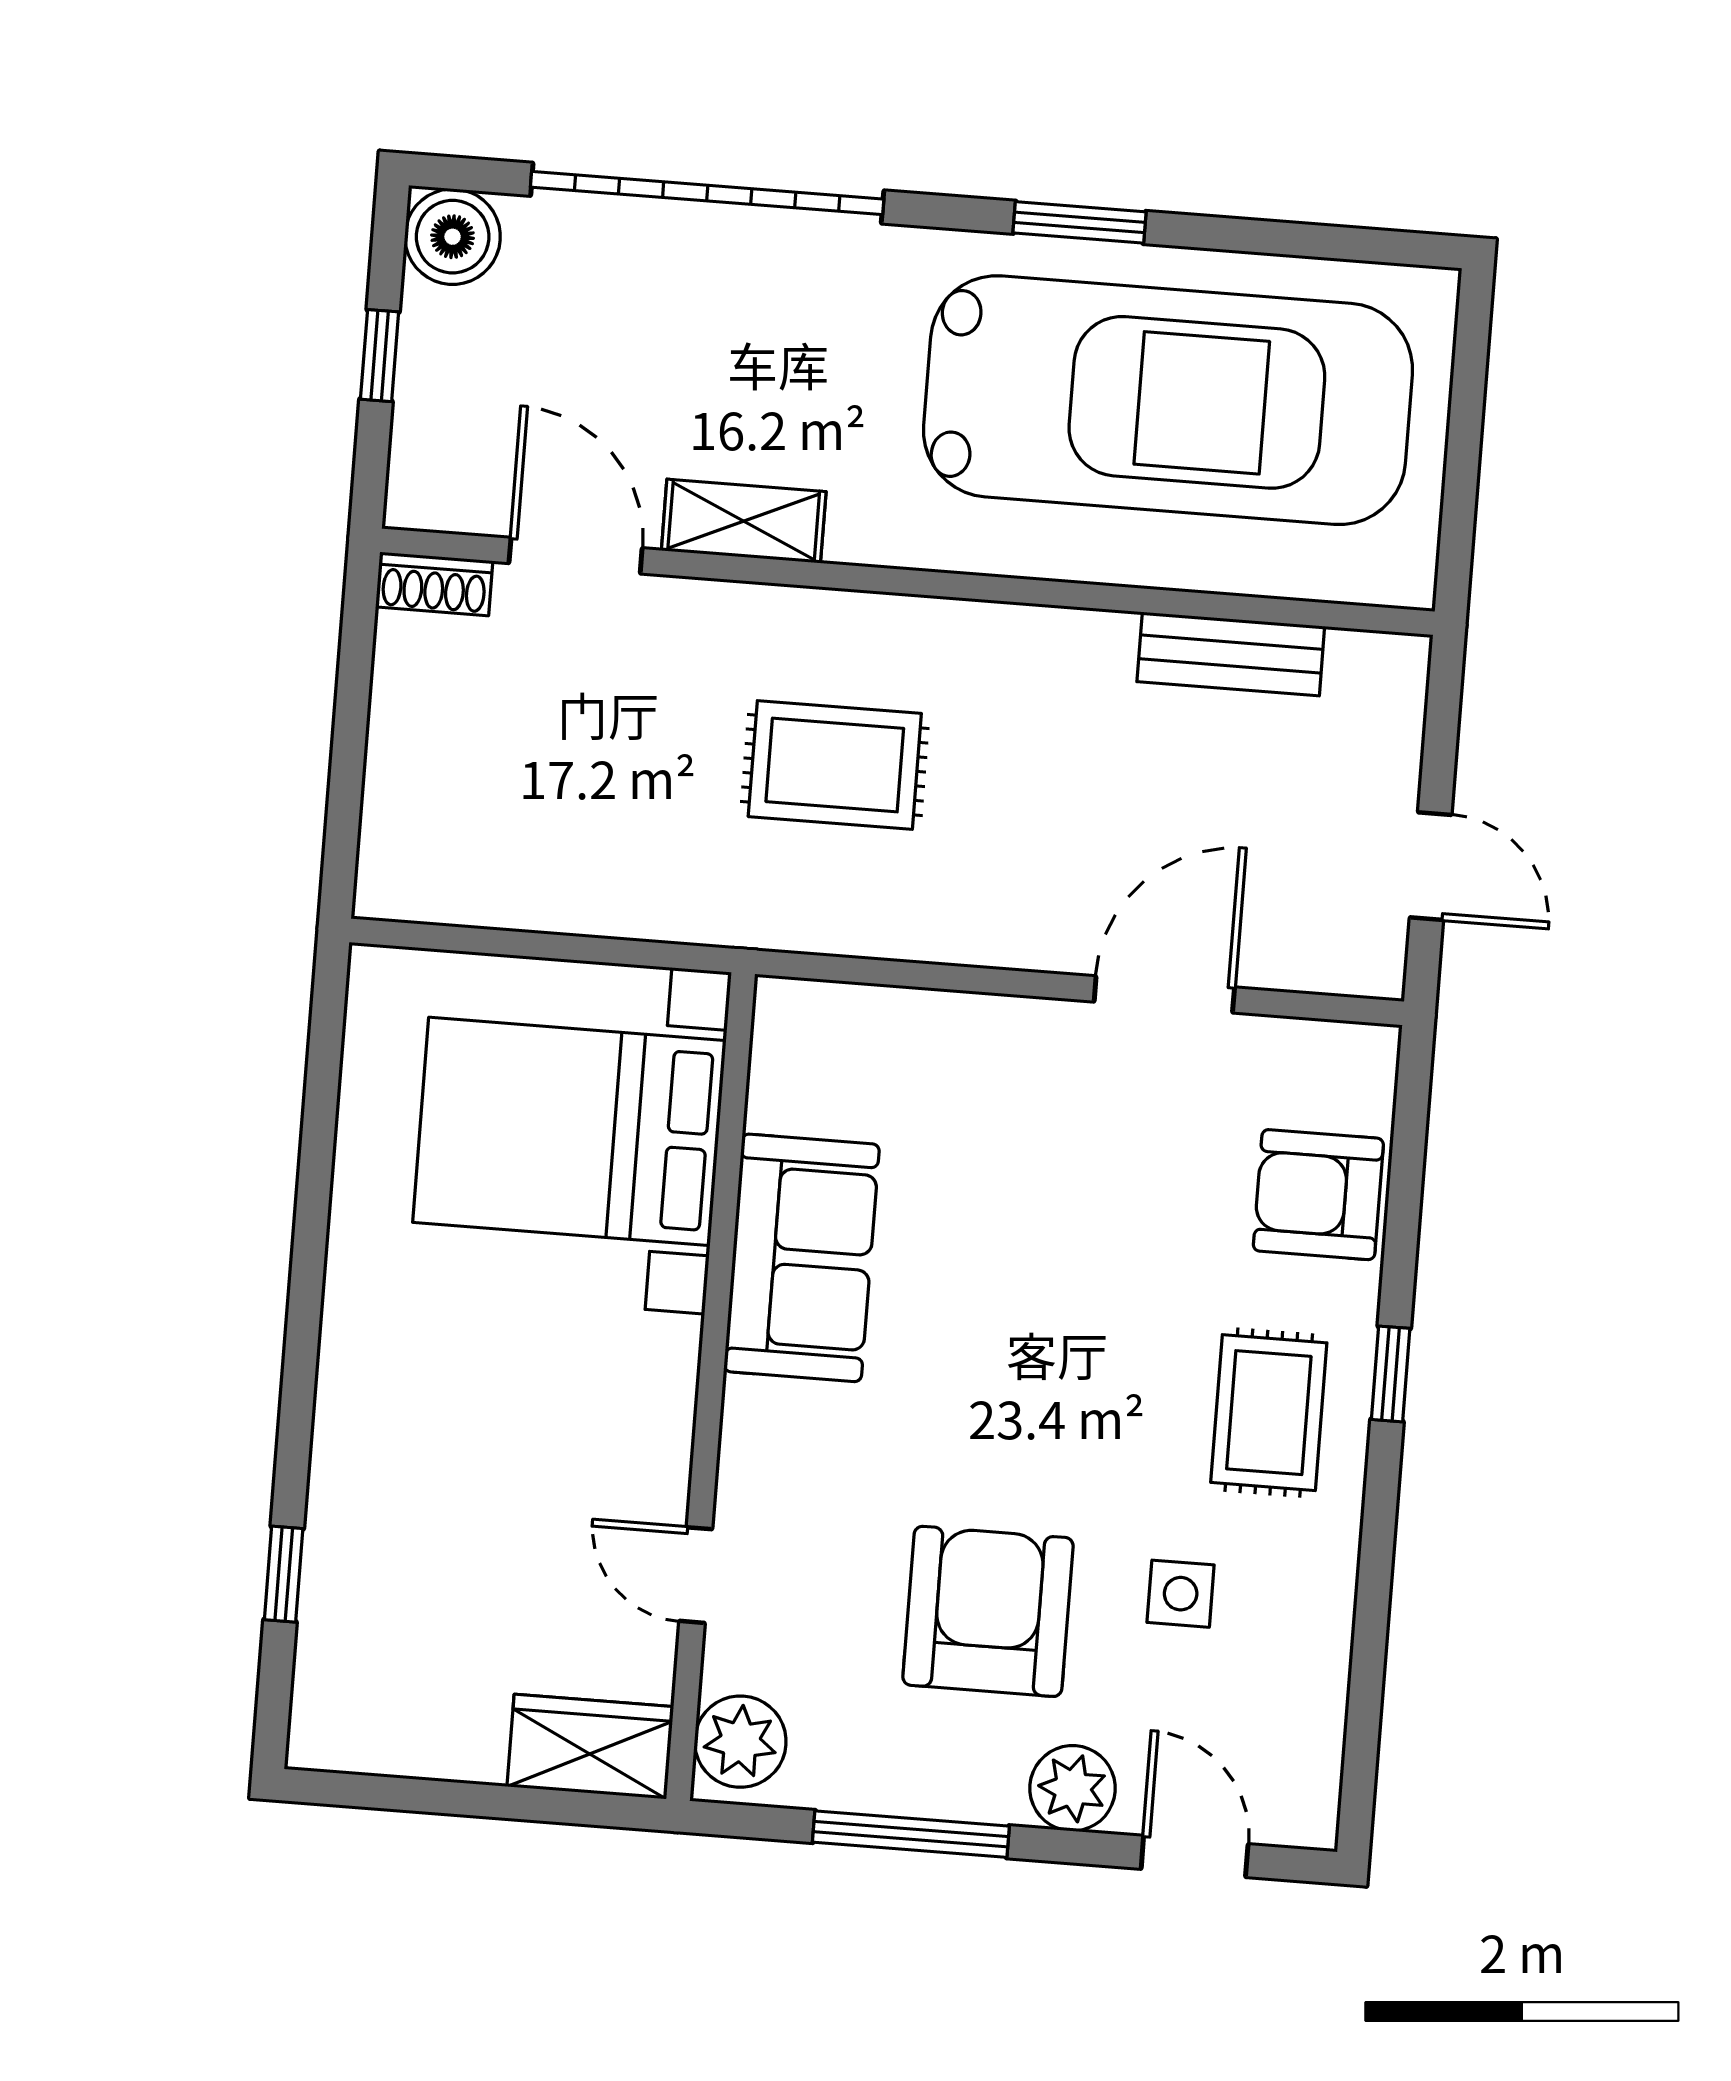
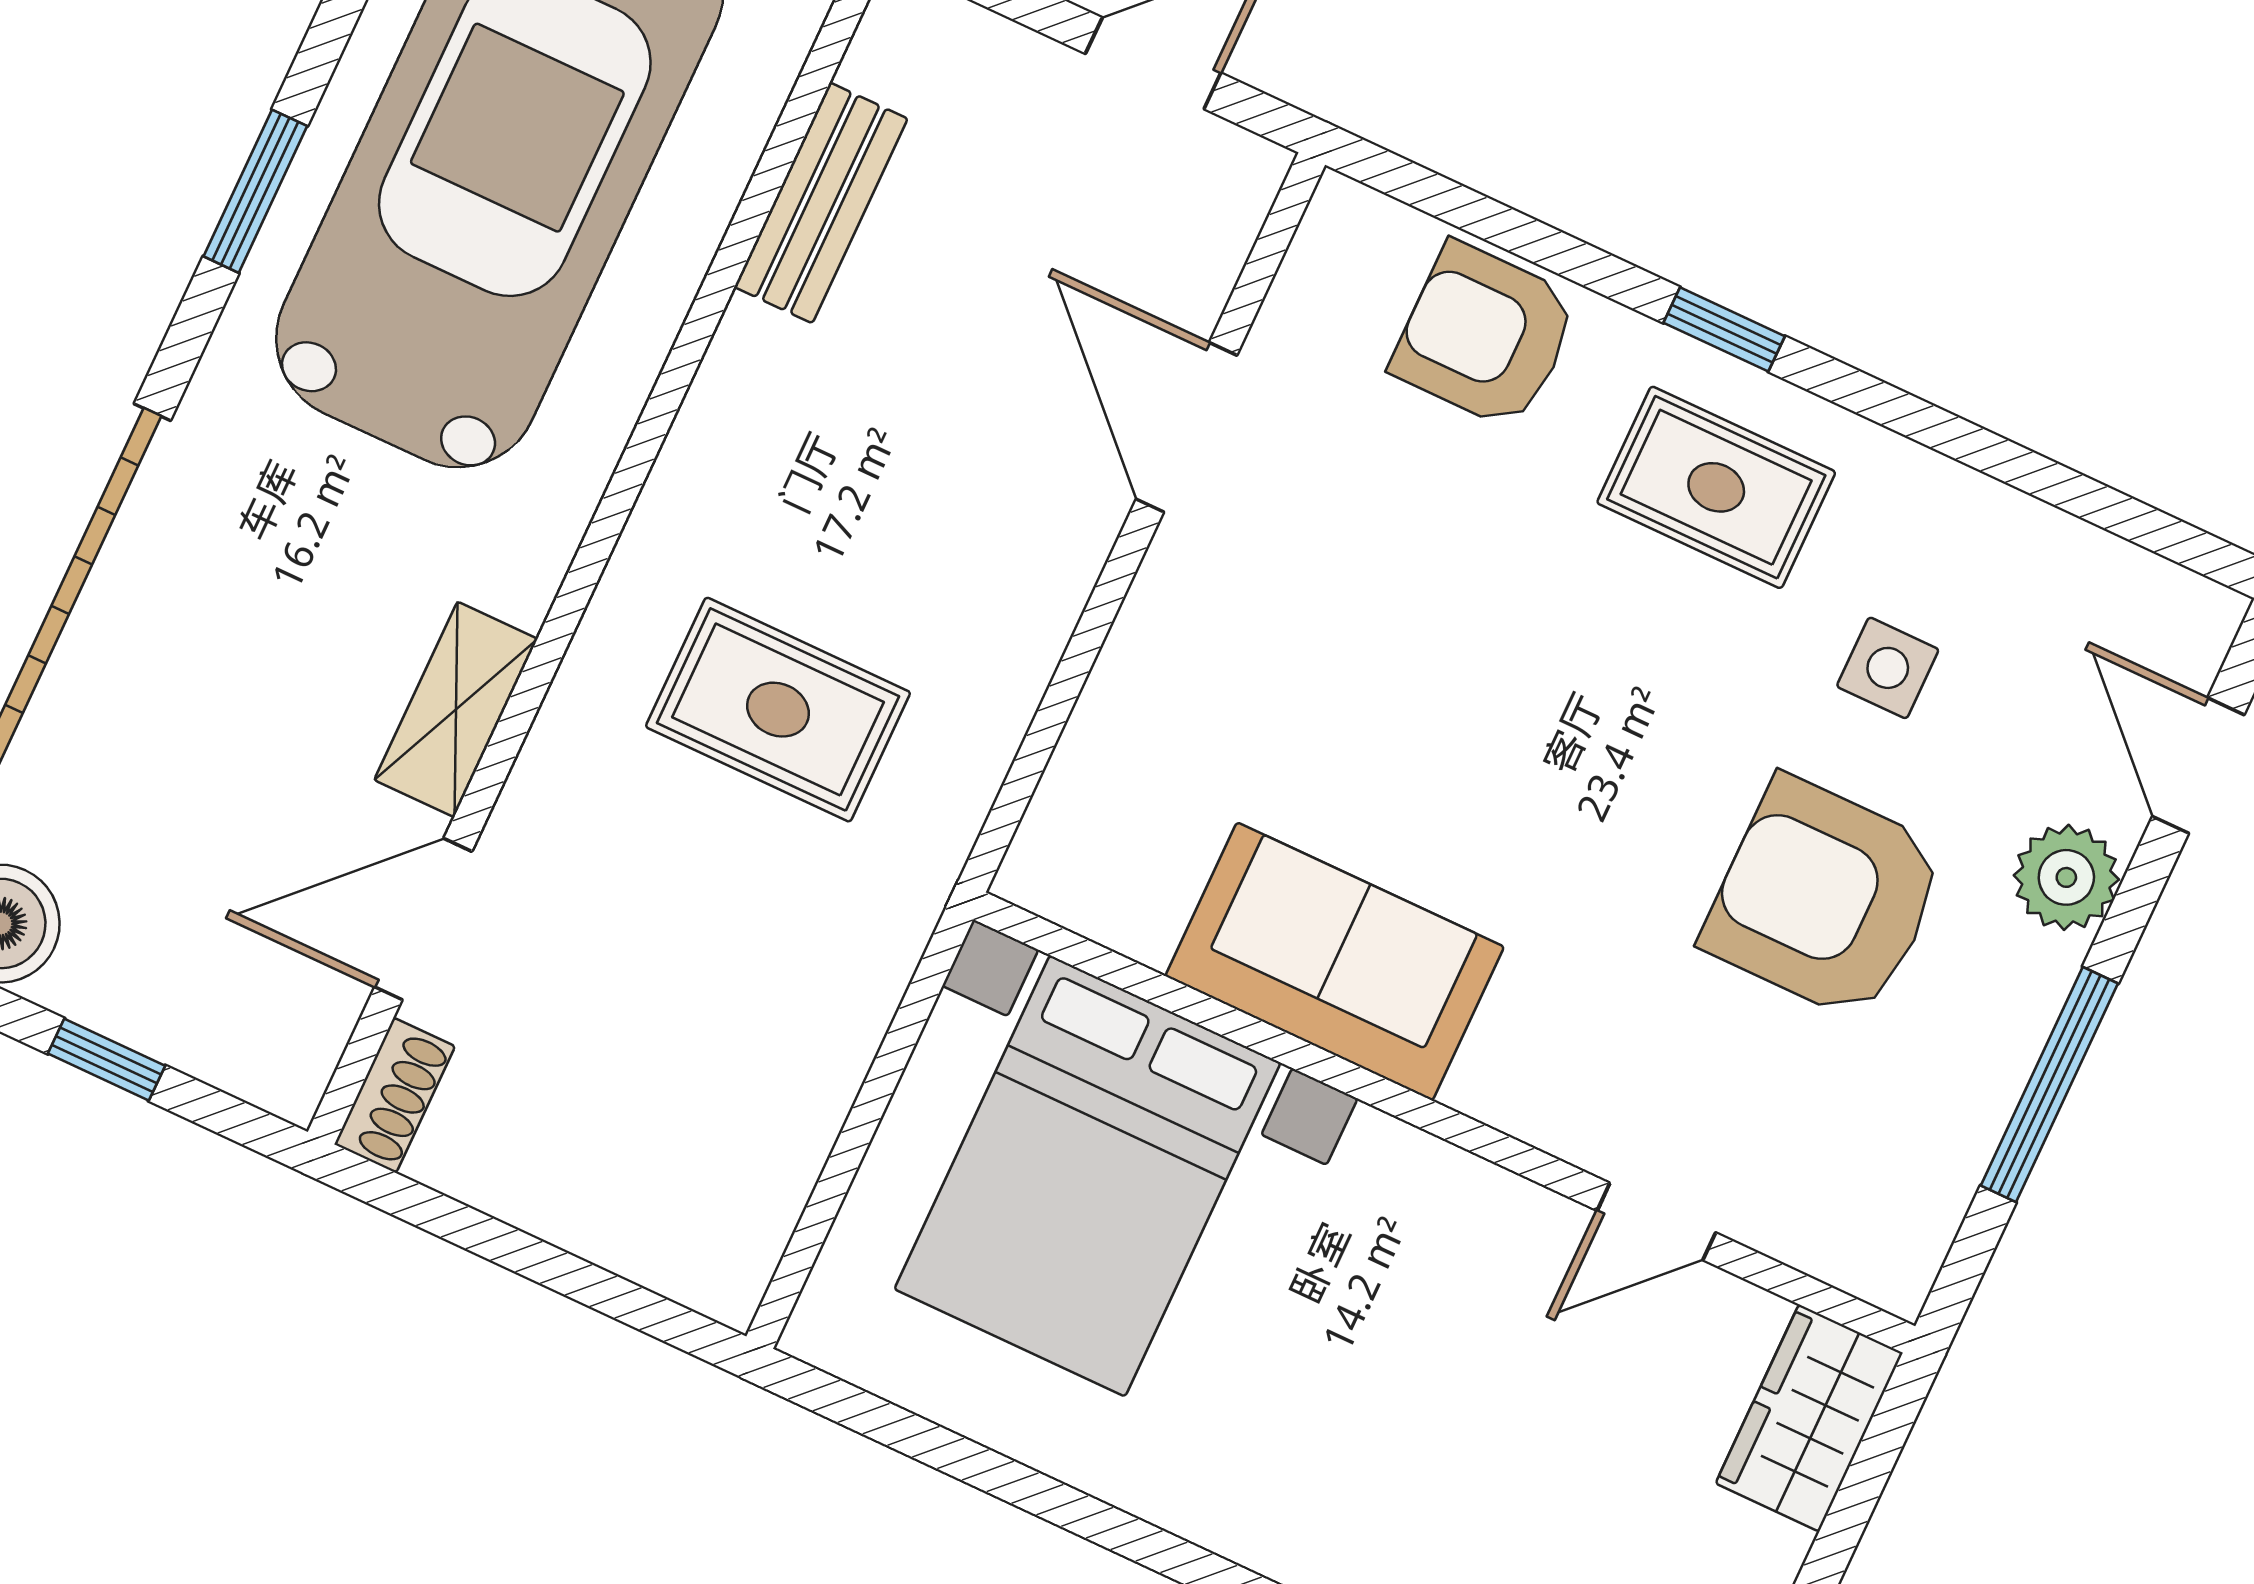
rug: (835, 765) -> (778, 710), turned 90
armchair: (1318, 1195) -> (1485, 336), turned 90
plant: (740, 1742) -> (1868, 1242), removed
door: (1195, 1856) -> (2198, 766), hinge flipped

